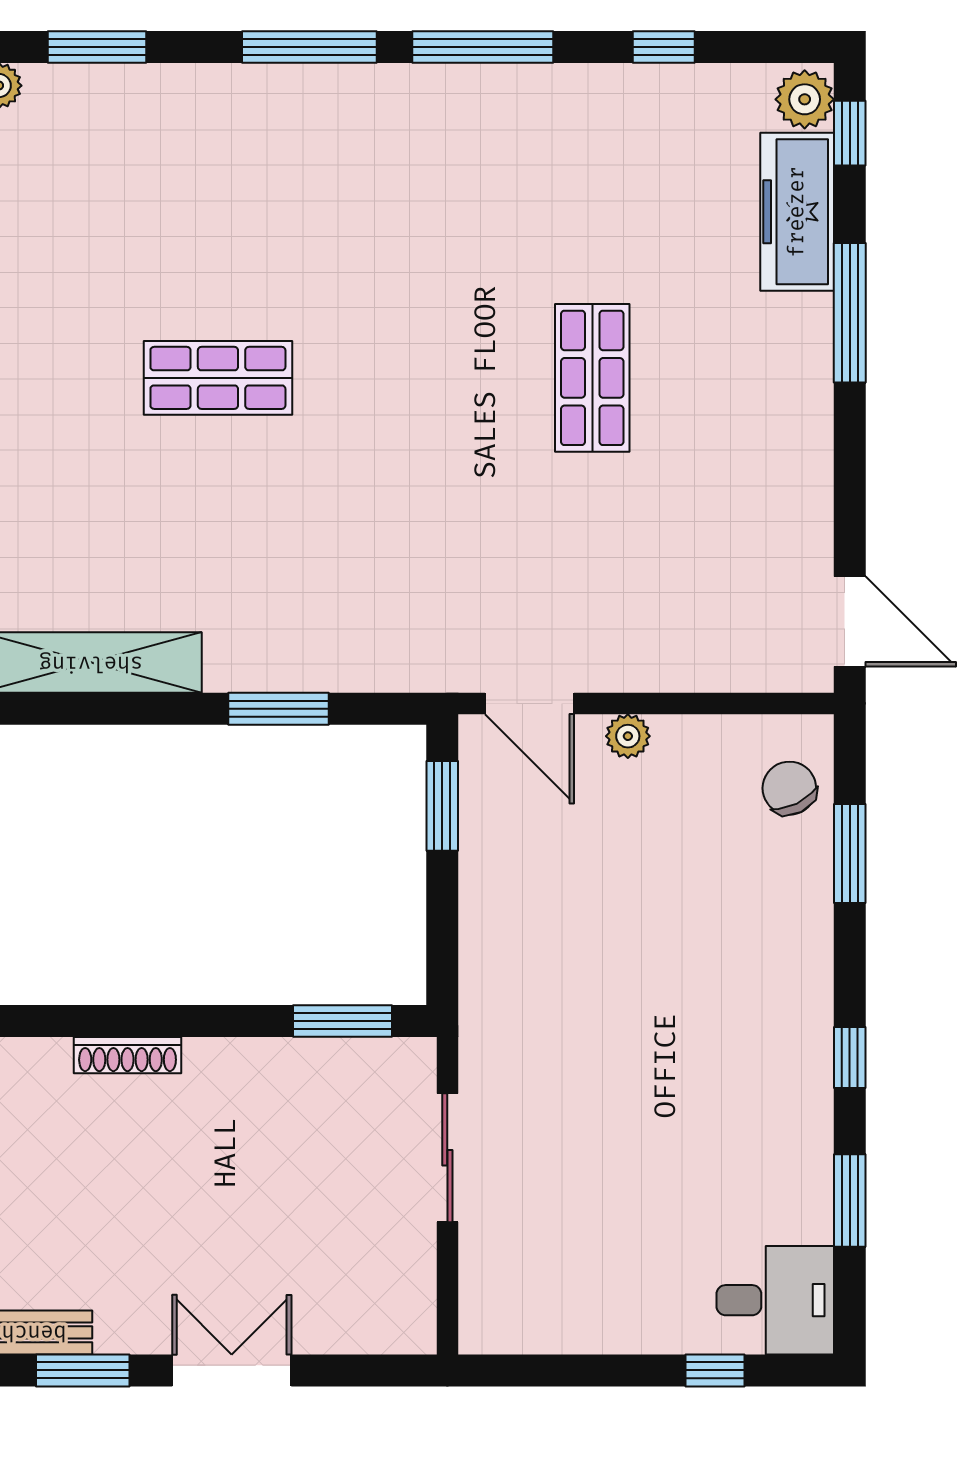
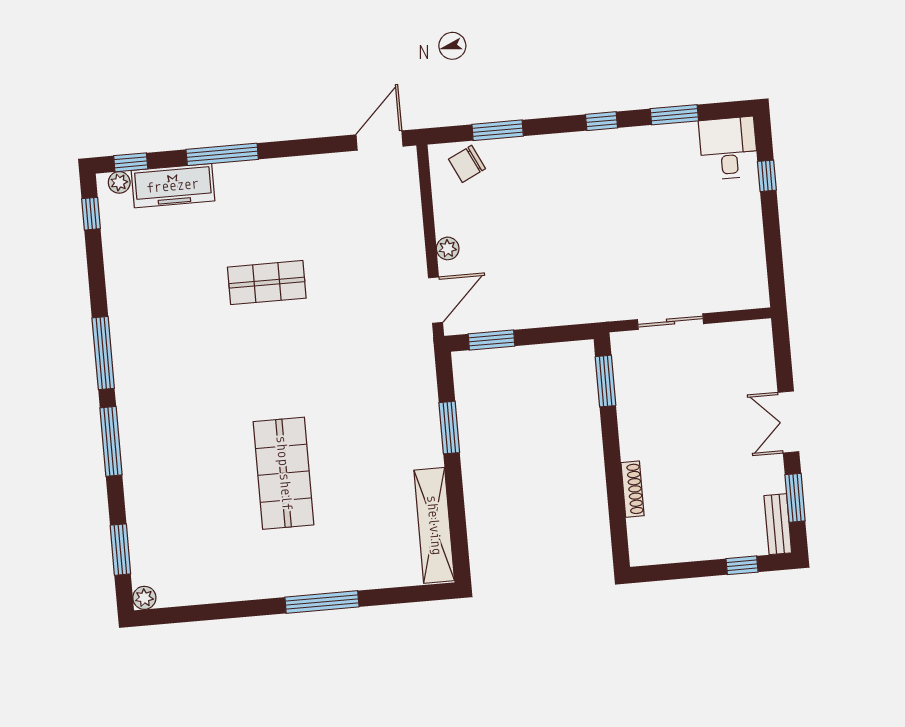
window: (664, 47) -> (91, 214), moved
plant: (805, 99) -> (119, 182), width x0.73, depth x0.73
shop shelf: (218, 378) -> (284, 473), width x1.43, depth x1.36

